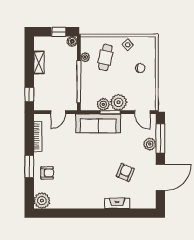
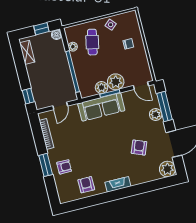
shelving: (39, 63) -> (27, 52), moved
armchair: (64, 196) -> (86, 185), added
plant: (42, 201) -> (167, 169), moved
fireplace: (117, 203) -> (118, 184), moved

